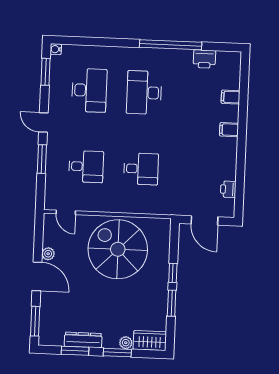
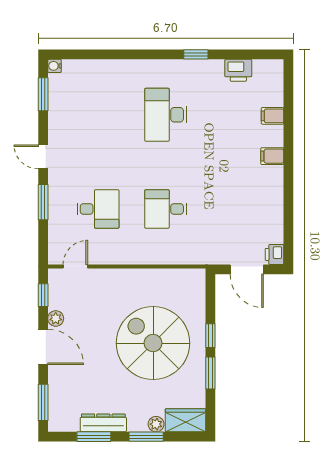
window: (171, 45) -> (196, 54), width x0.32
desk: (89, 90) -> (98, 115), removed
desk: (141, 169) -> (166, 209), turned 180
printer: (228, 189) -> (274, 254), moved
door: (66, 212) -> (75, 266), swing flipped
window: (39, 234) -> (43, 295), added
spiral stairs: (118, 249) -> (153, 343), moved

